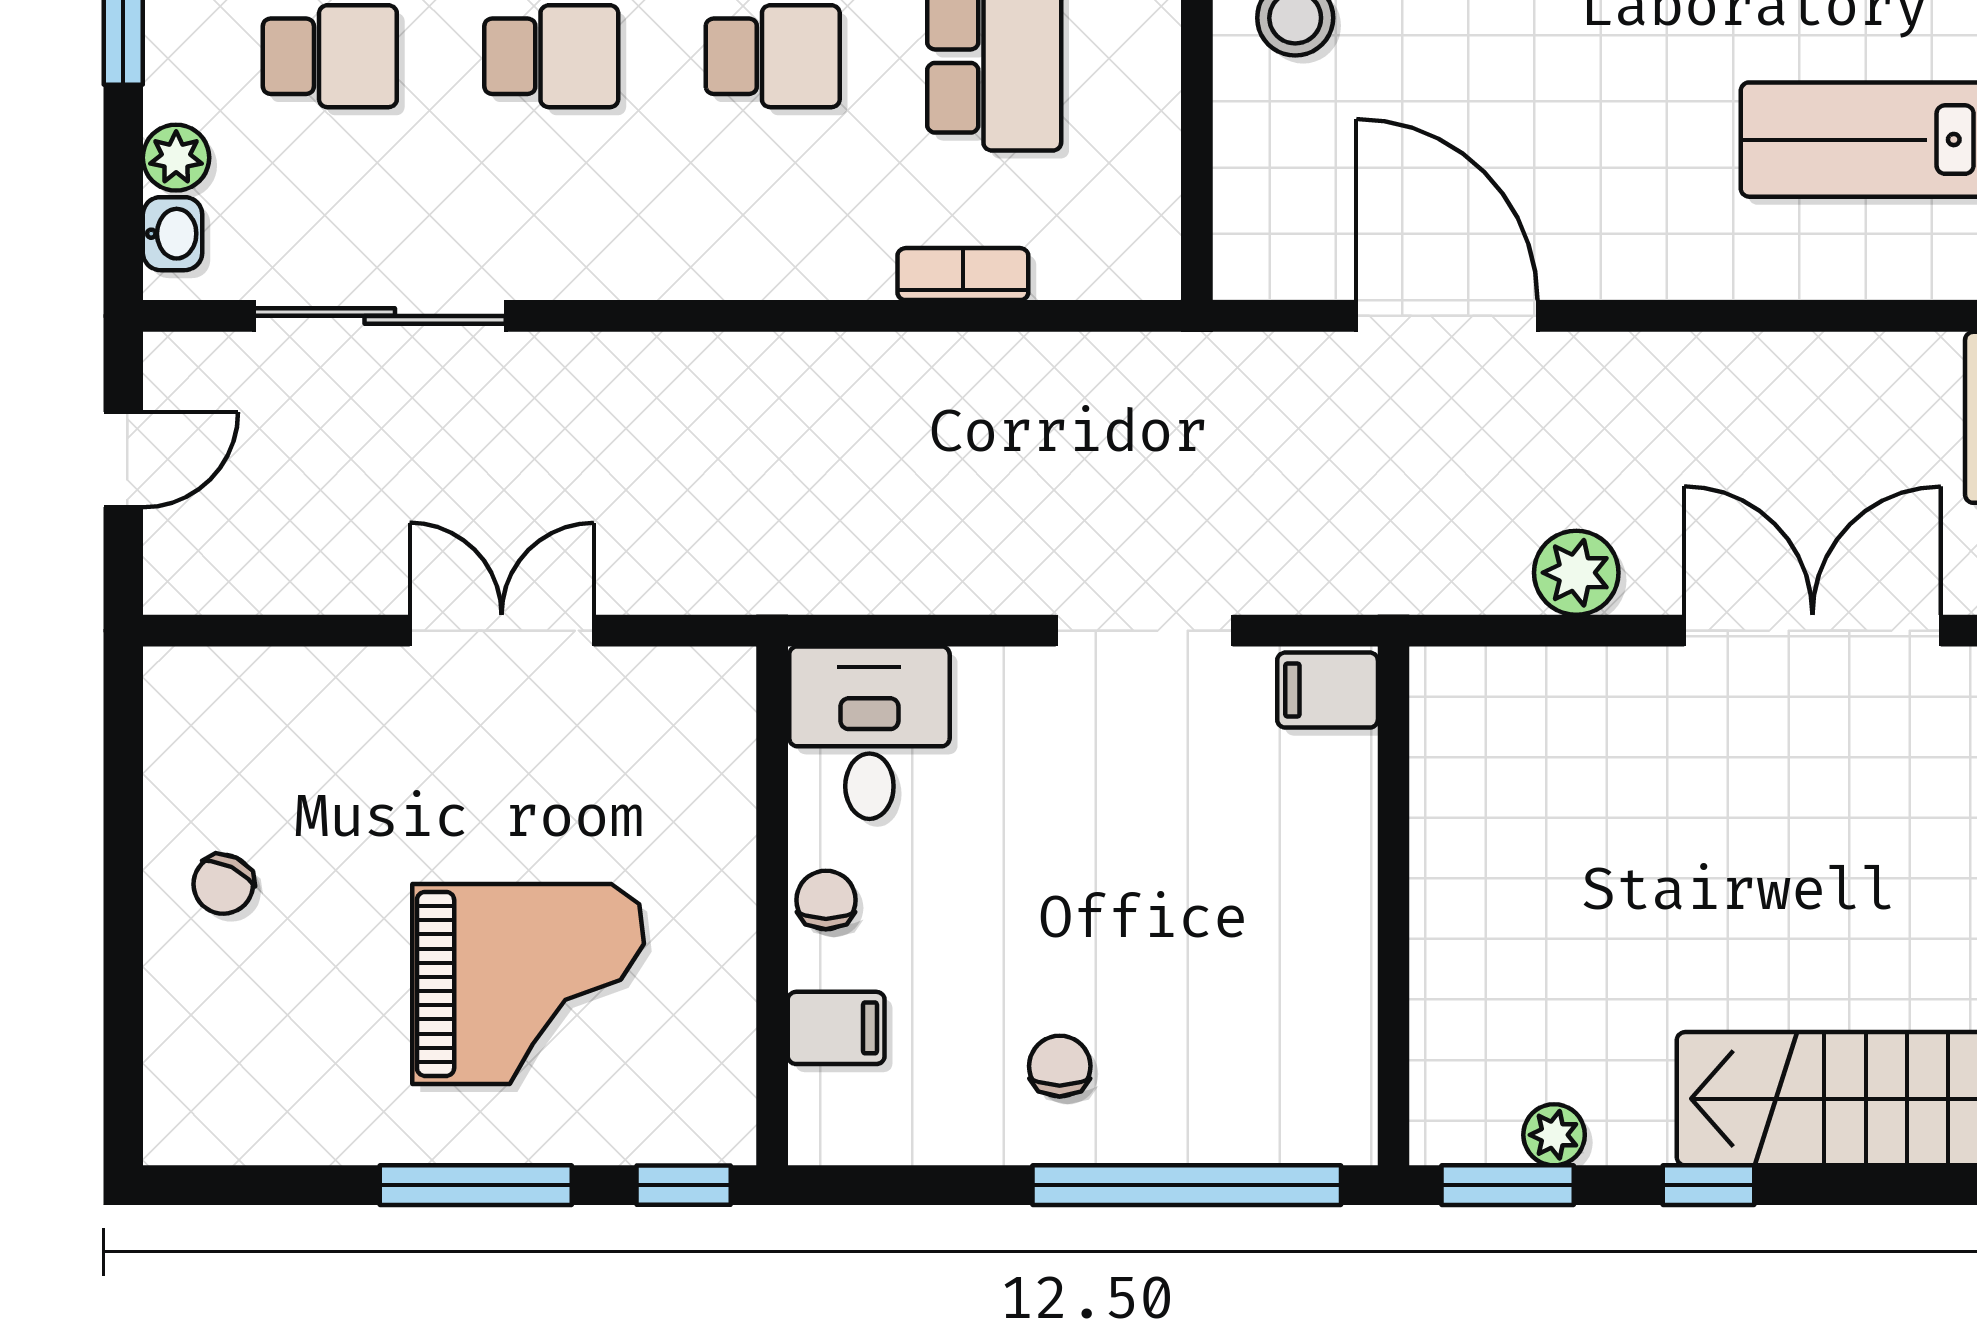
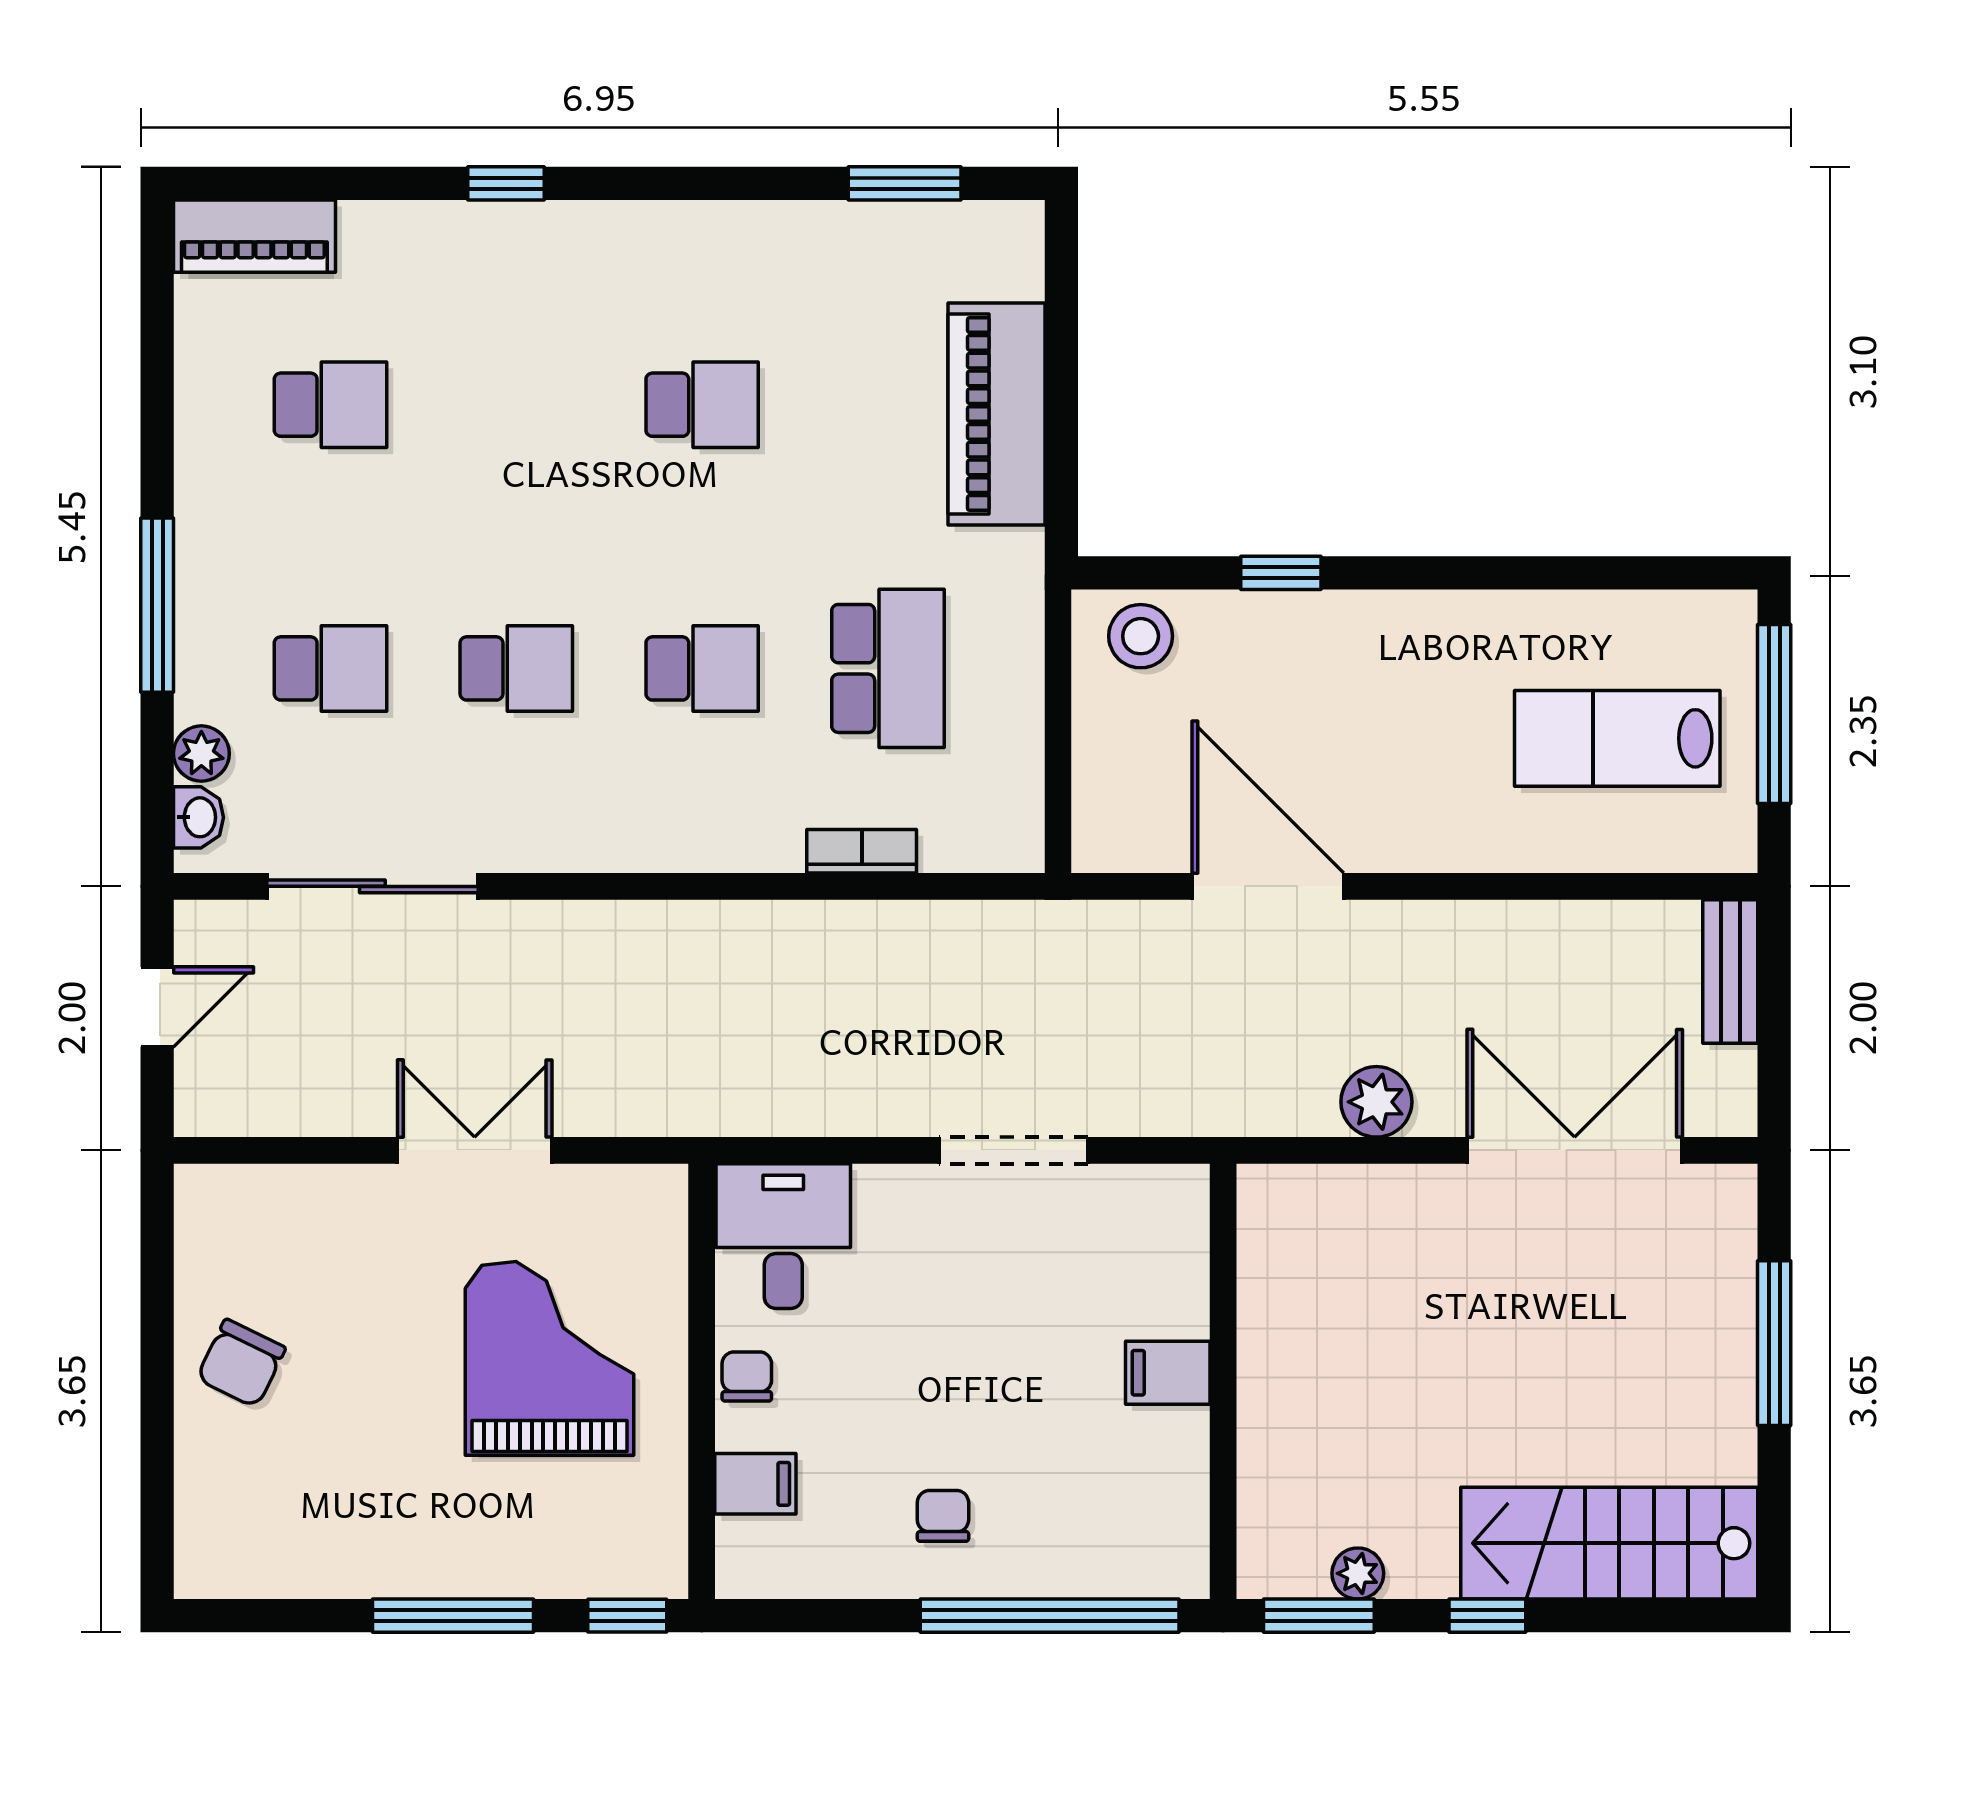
filing cabinet: (1328, 690) -> (1168, 1373), moved
chair: (223, 884) -> (241, 1363), width x1.37, depth x1.37
grand piano: (528, 984) -> (549, 1358), moved, turned -90

